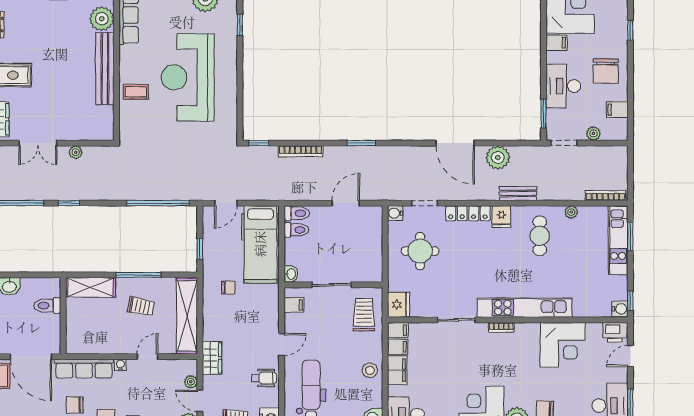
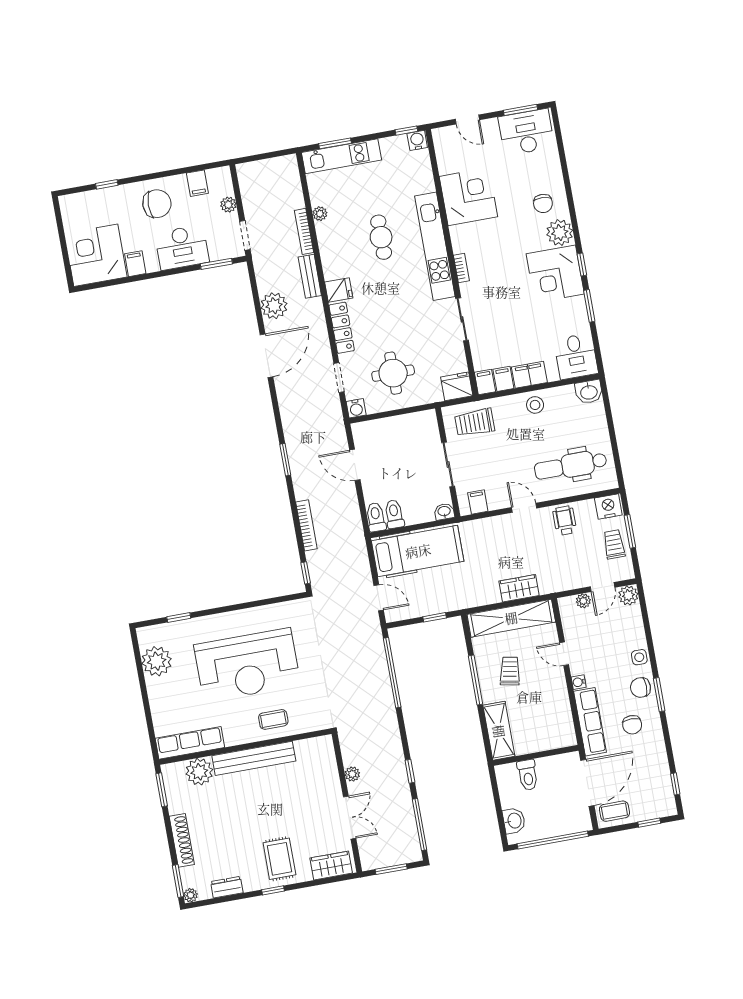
coffee table: (136, 92) -> (273, 719), turned 90
bookcase: (605, 195) -> (304, 231), moved
cafe table: (540, 236) -> (381, 237), moved, turned 90
chair: (229, 288) -> (472, 578), removed
printer: (615, 332) -> (444, 141), removed
wardrobe: (212, 358) -> (519, 588), moved

